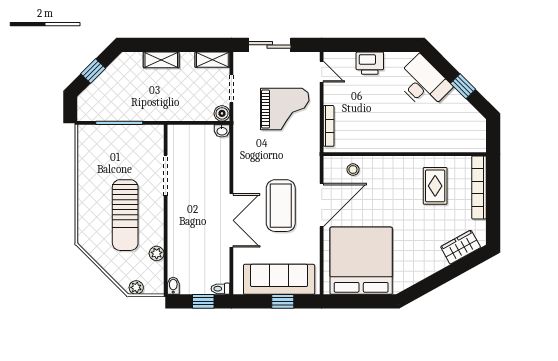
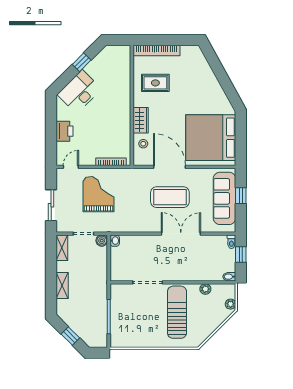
sun lounger: (125, 215) -> (177, 312), turned -90
wardrobe: (461, 247) -> (141, 120), moved, turned -151

